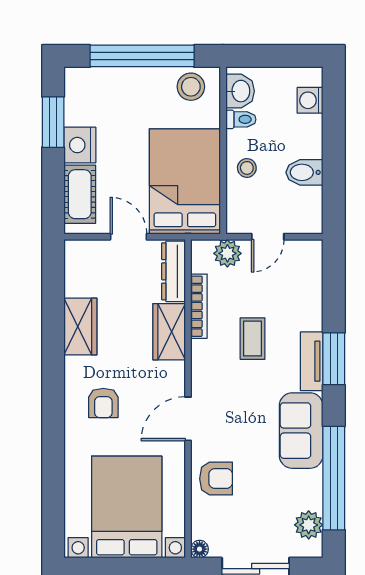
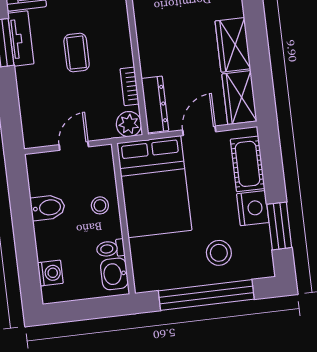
stool: (191, 87) -> (219, 253), moved
door: (128, 237) -> (199, 131), swing flipped
plant: (227, 253) -> (129, 124), moved
bookcase: (199, 306) -> (130, 86), width x0.64
wardrobe: (169, 332) -> (239, 98), moved, turned 180

